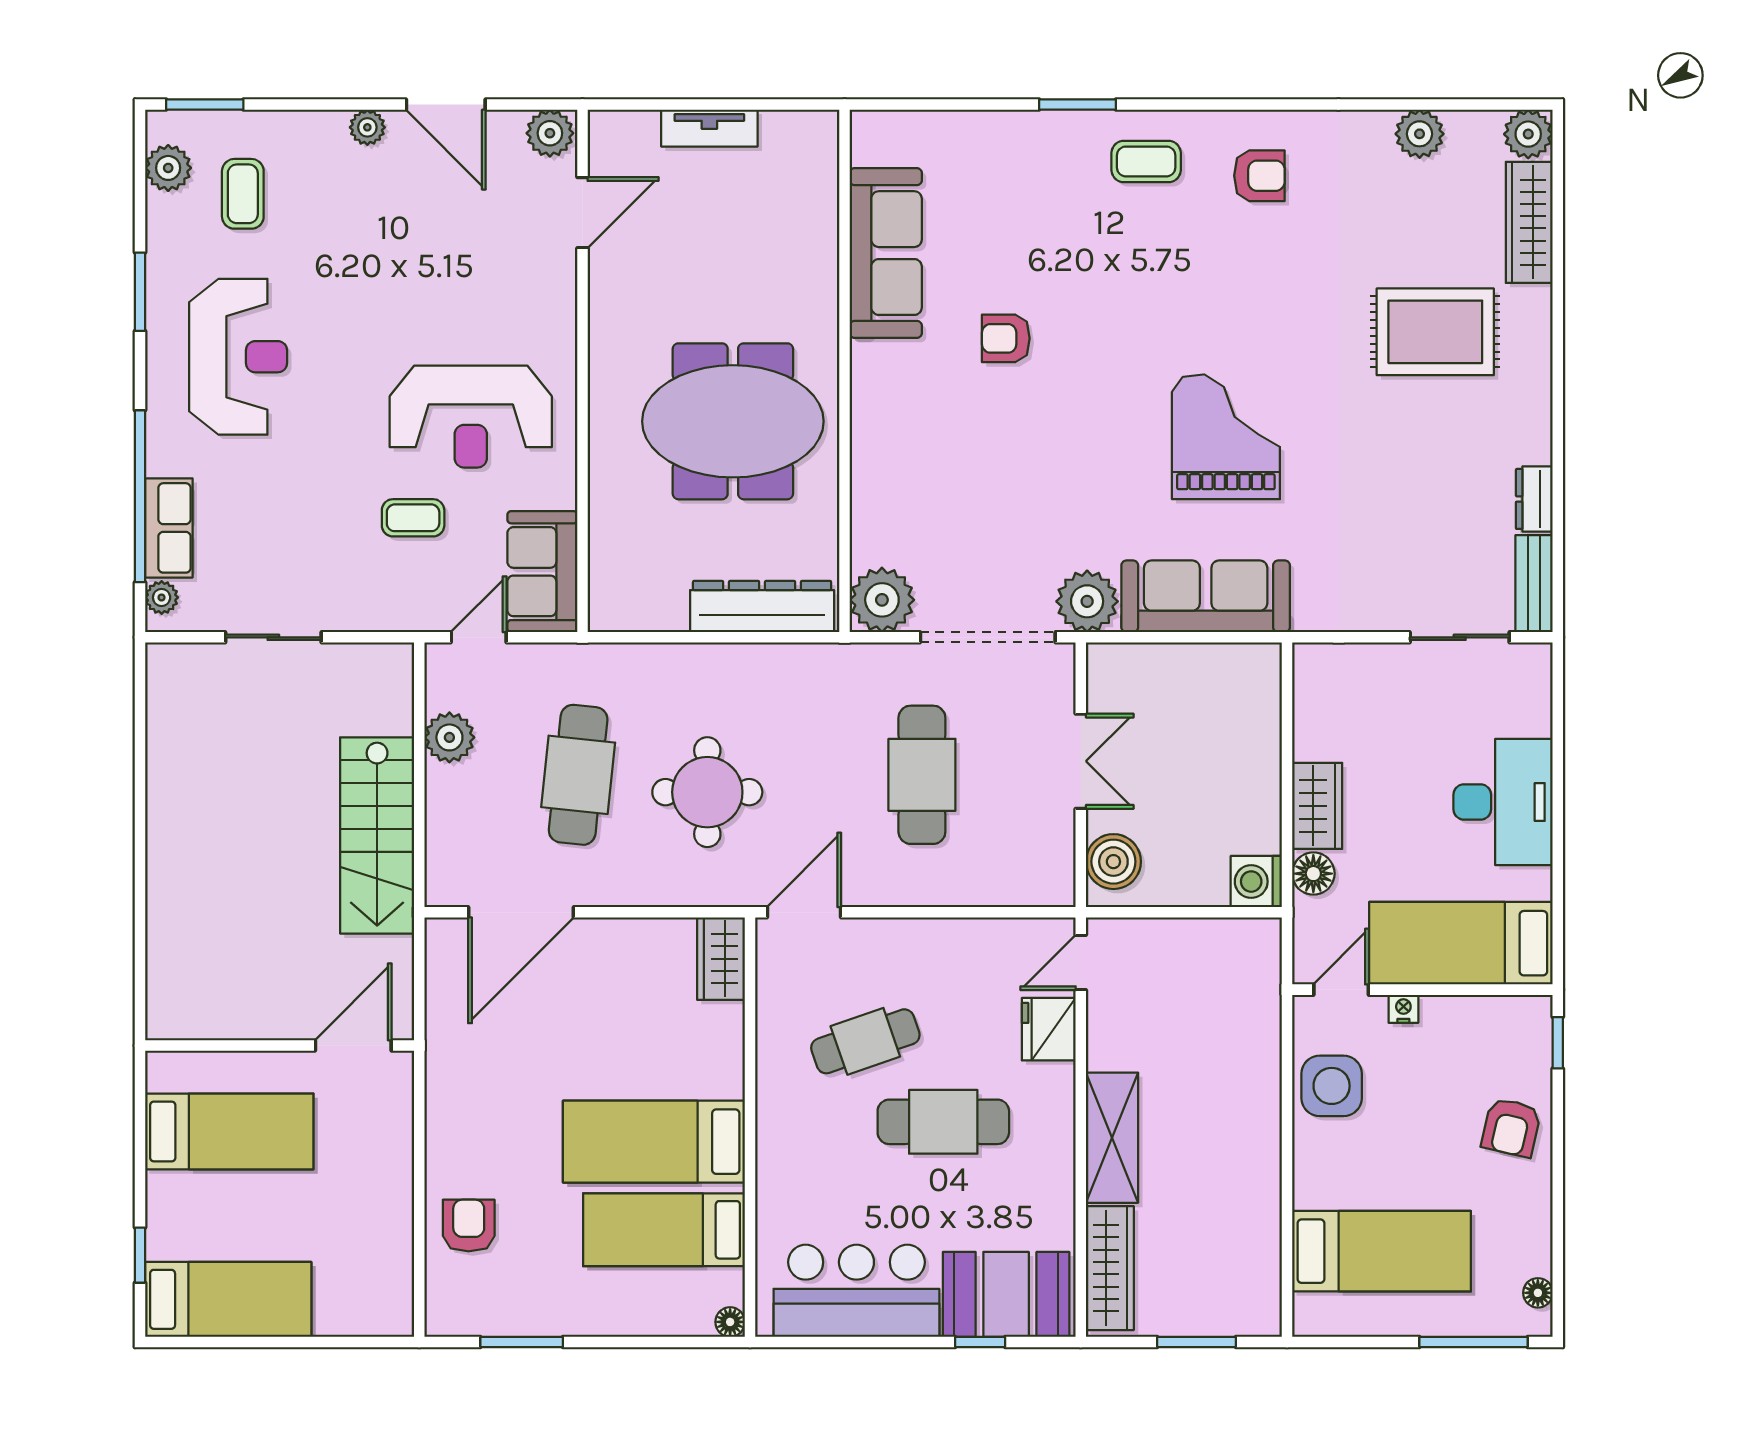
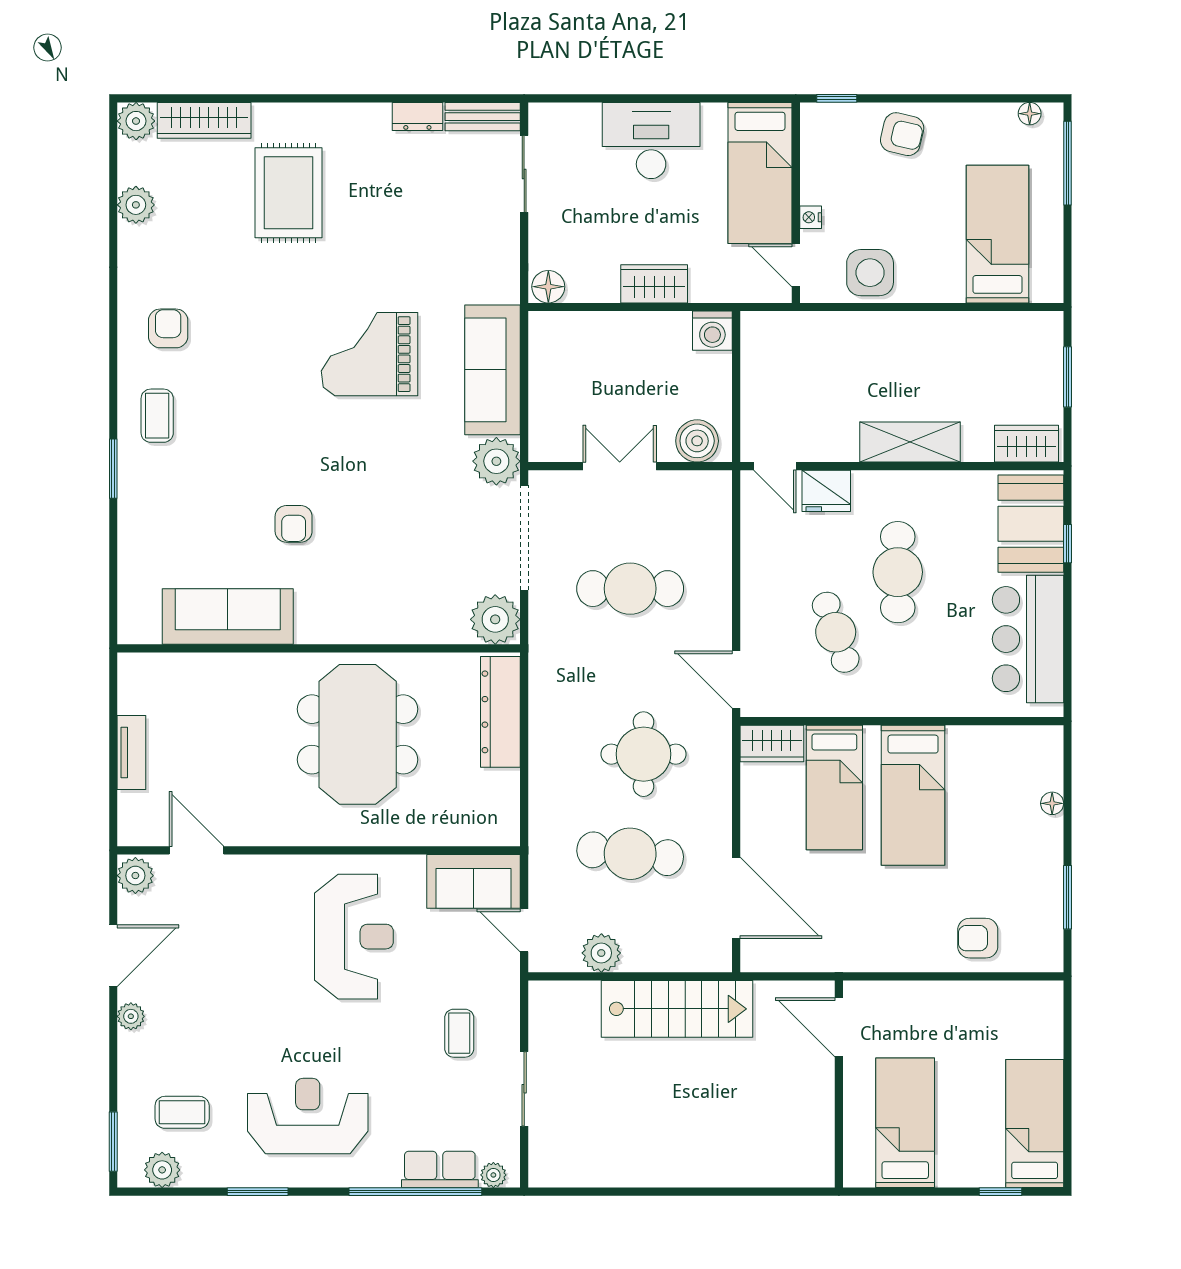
coffee table: (413, 518) -> (459, 1033), moved
floor lamp: (1313, 874) -> (548, 287), moved
bed: (664, 1230) -> (834, 788), moved
wardrobe: (1110, 1268) -> (1026, 444), width x0.67
floor lamp: (730, 1322) -> (1052, 803), moved

